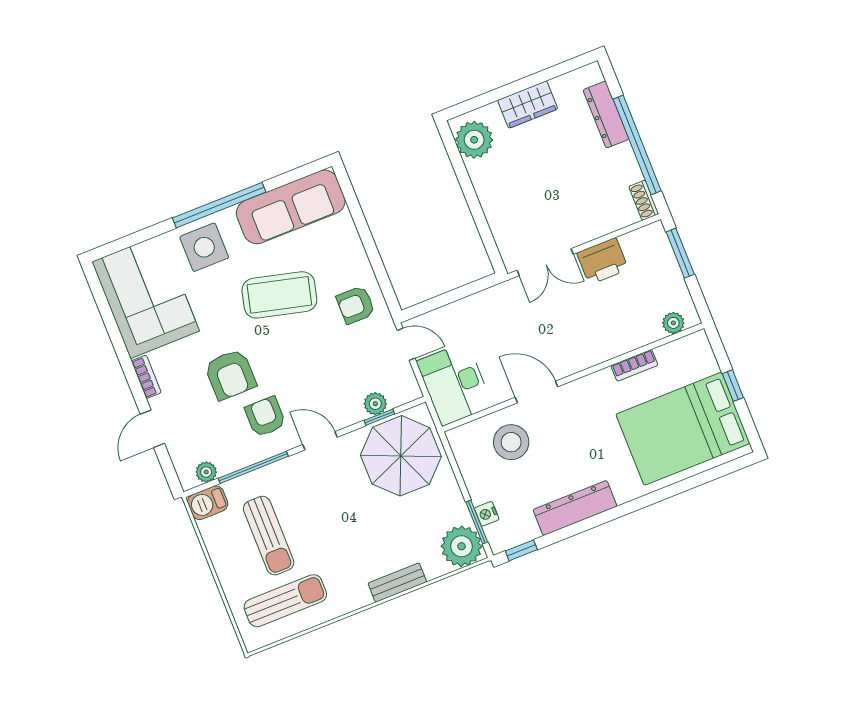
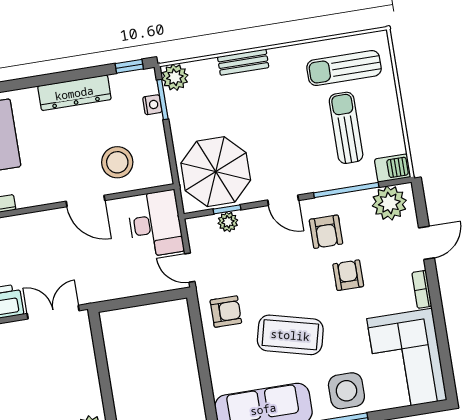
armchair: (230, 374) -> (348, 275), width x0.72, depth x0.72
plant: (206, 472) -> (389, 203), width x1.88, depth x1.88
plant: (462, 546) -> (175, 77), width x0.73, depth x0.73

